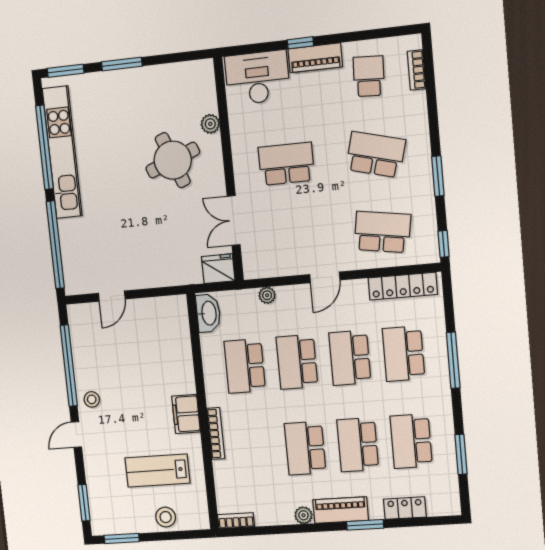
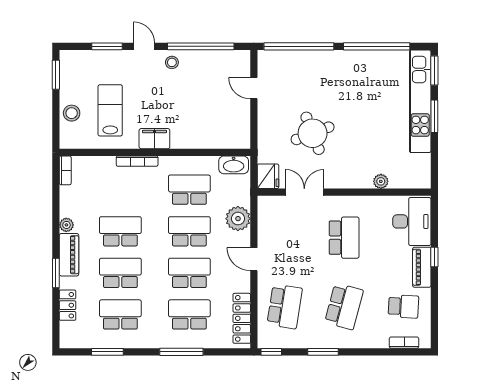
kitchen unit: (62, 152) -> (420, 101), moved, turned 90
round table: (173, 160) -> (313, 133), moved
plant: (267, 295) -> (238, 219), width x1.88, depth x1.88
window: (84, 503) -> (107, 46), moved

